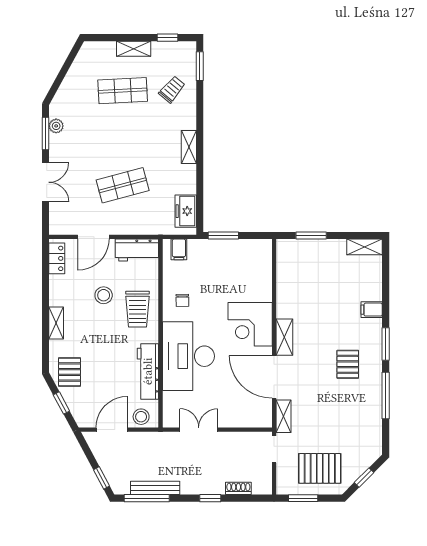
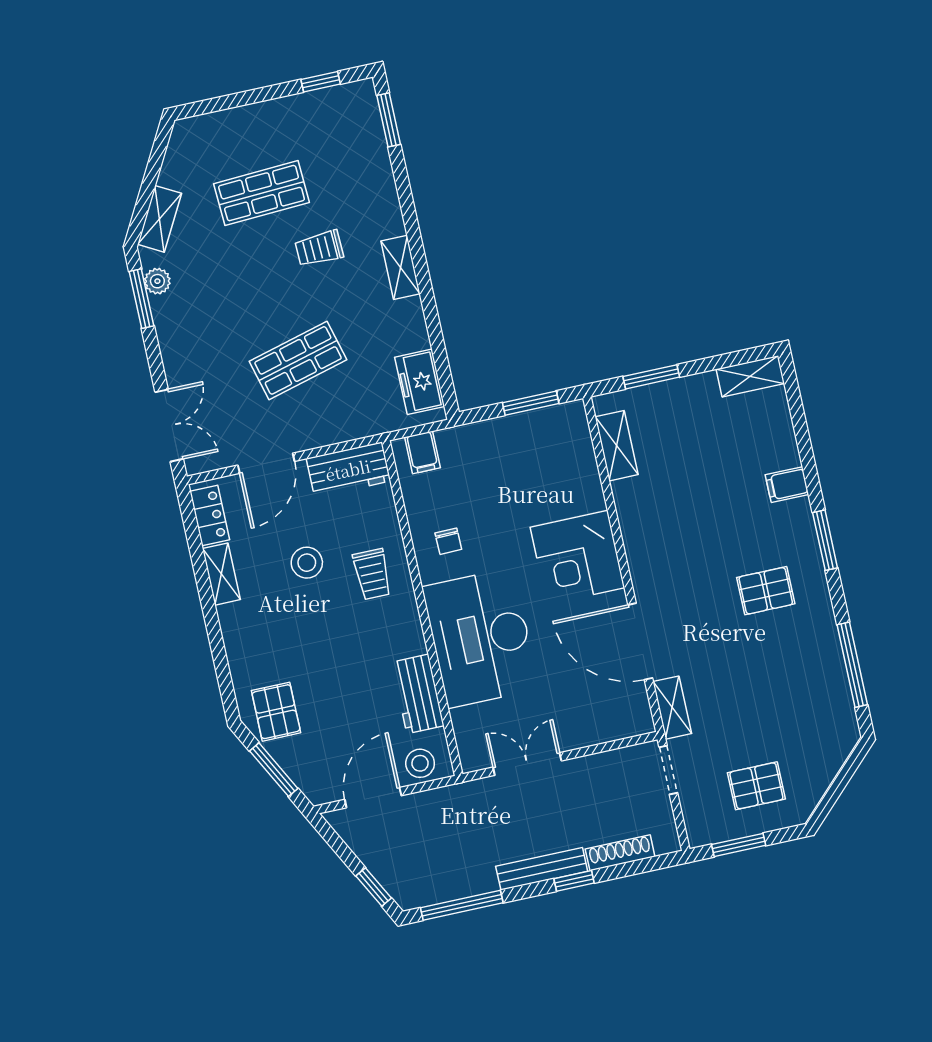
shelving: (134, 49) -> (159, 219), moved, turned -61
trolley: (172, 89) -> (319, 248), moved, turned -132
double door: (46, 182) -> (169, 426), moved
window: (223, 236) -> (531, 403), moved
trolley: (138, 309) -> (372, 574), width x0.73, depth x0.72
shelving: (56, 323) -> (221, 574), moved
shelving: (284, 337) -> (617, 446), moved
pallet: (348, 364) -> (766, 591), turned 90
workbench: (148, 371) -> (418, 694), width x0.73
window: (386, 396) -> (852, 665), moved
window: (61, 403) -> (274, 770), width x1.50
pallet: (320, 468) -> (756, 786), width x0.67, depth x0.71
window: (364, 478) -> (838, 785), removed
bench: (155, 488) -> (542, 869), moved
shoe rack: (238, 488) -> (620, 853), width x1.43

